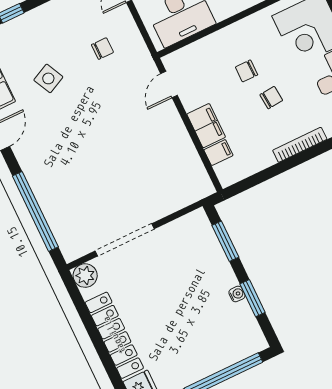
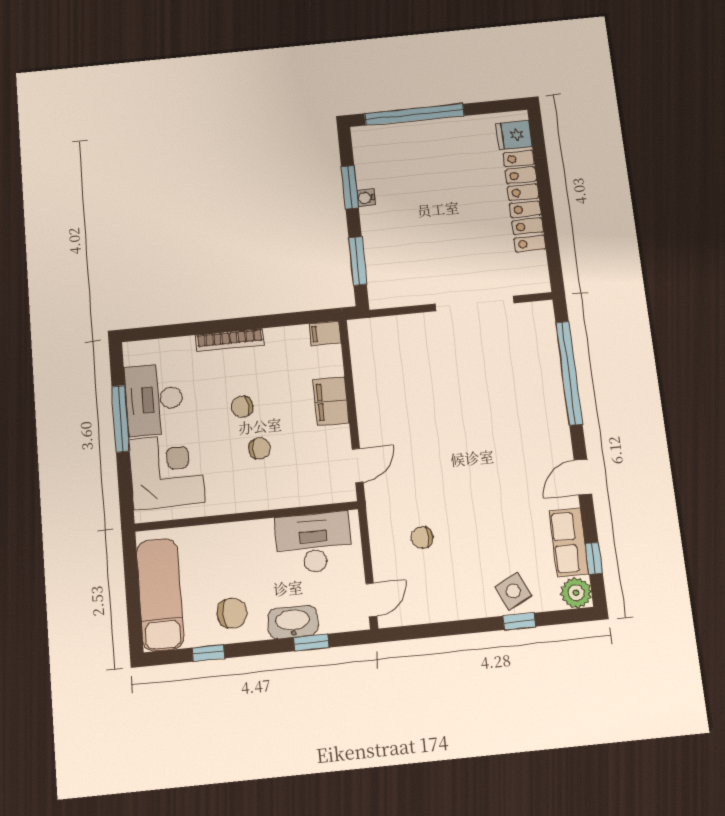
side table: (48, 78) -> (513, 591), moved
filing cabinet: (218, 153) -> (325, 333), moved
plant: (85, 276) -> (535, 279), removed

